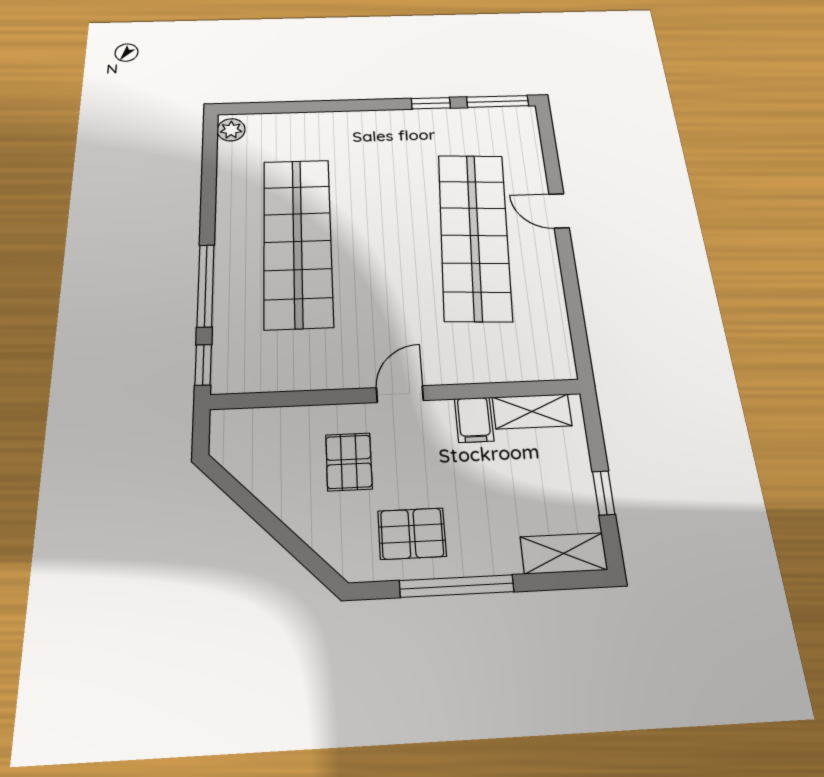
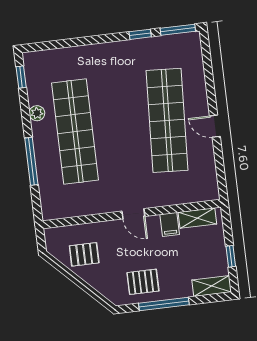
plant: (231, 130) -> (37, 113), moved
door: (559, 211) -> (215, 126), moved
window: (203, 365) -> (21, 77), moved
door: (400, 394) -> (133, 214), swing flipped
pallet: (349, 462) -> (84, 254), moved, turned 90

